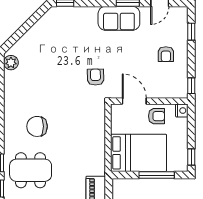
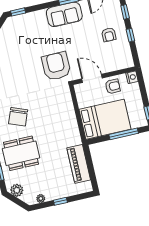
armchair: (95, 77) -> (56, 66), width x1.88, depth x1.88
window: (191, 86) -> (130, 35), moved
chair: (37, 126) -> (18, 117), turned -69

